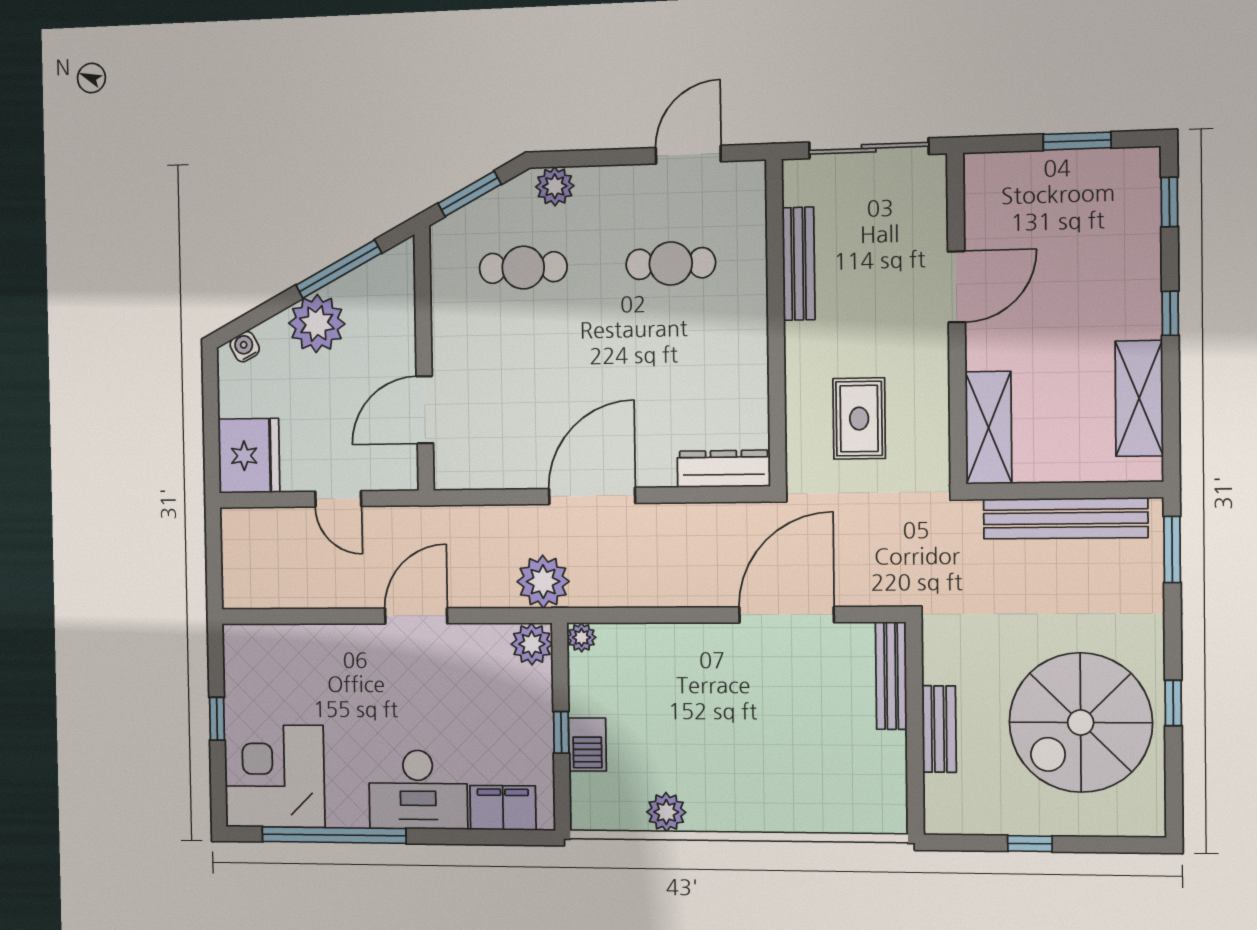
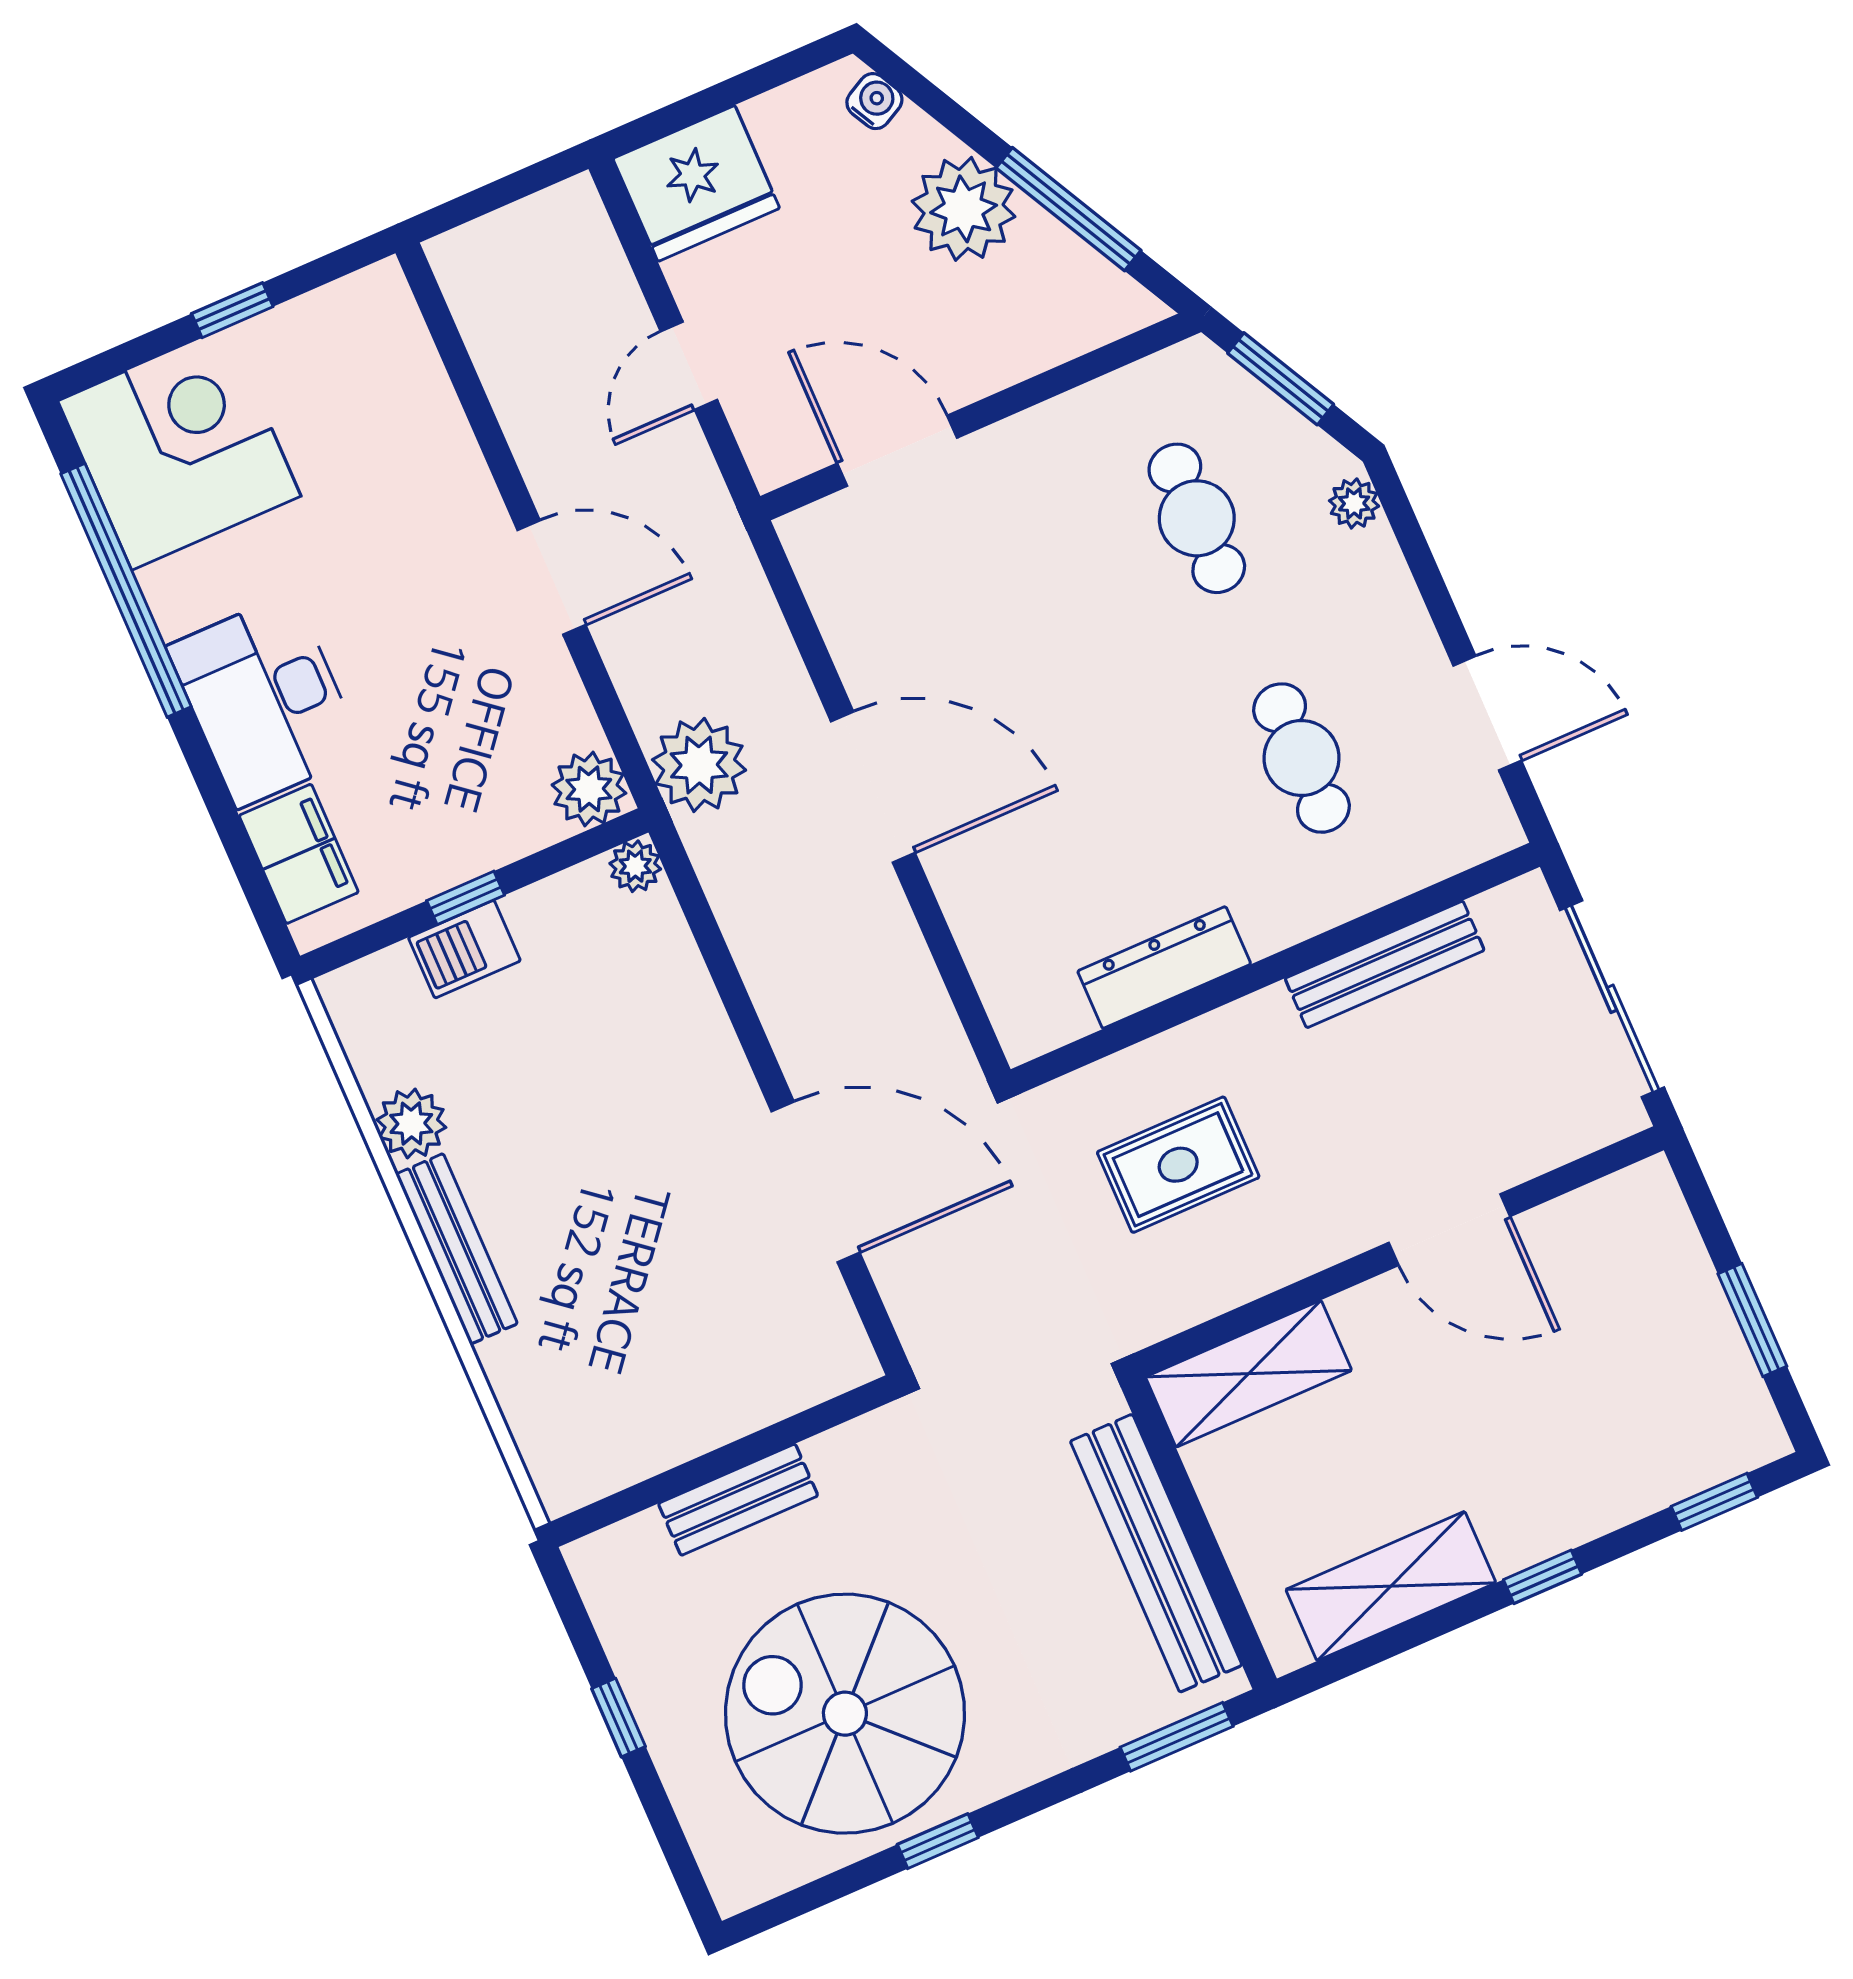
plant: (555, 186) -> (1354, 503), width x0.73, depth x0.73
dresser: (724, 469) -> (1164, 968), moved, turned -90
bench: (891, 676) -> (457, 1249), moved, turned 90

